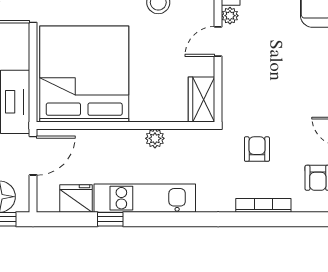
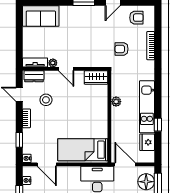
bed: (84, 74) -> (83, 150), width x0.49

